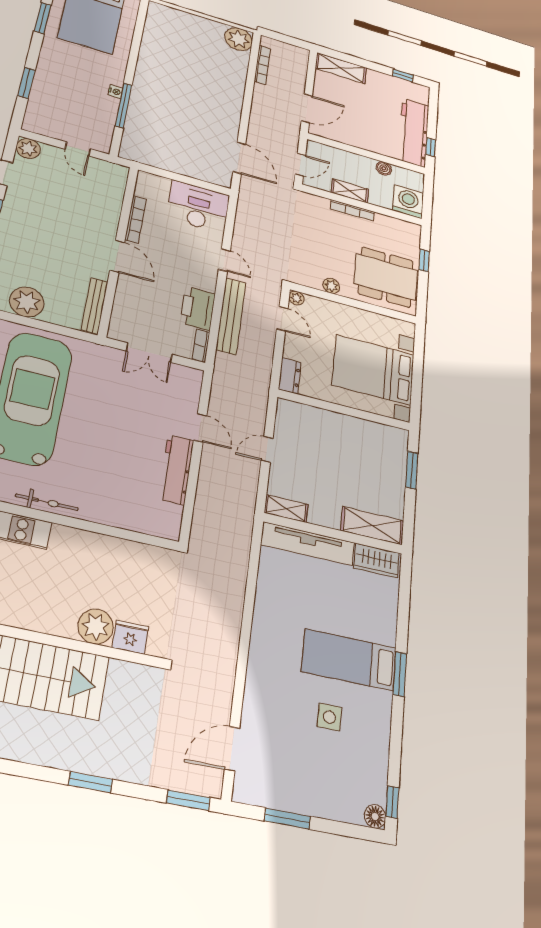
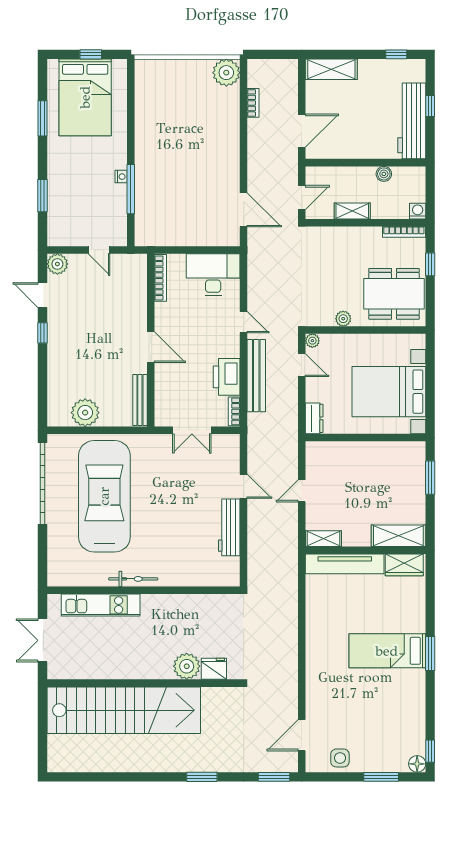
bookcase: (262, 65) -> (253, 103), width x0.64
window: (431, 147) -> (430, 106), moved
washing machine: (408, 202) -> (418, 211), width x0.53, depth x0.53
bookcase: (353, 210) -> (404, 232), moved
bookcase: (136, 219) -> (160, 278), moved
side table: (329, 717) -> (340, 758), moved
window: (287, 819) -> (381, 777), moved

